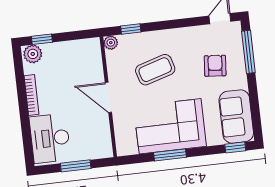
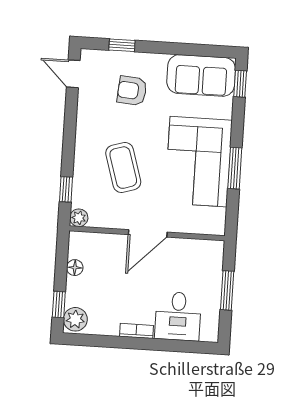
floor lamp: (72, 46) -> (75, 268), added
window: (248, 52) -> (122, 45), width x0.46
bookcase: (31, 95) -> (136, 331), width x0.64
desk: (50, 138) -> (178, 316), width x0.73

